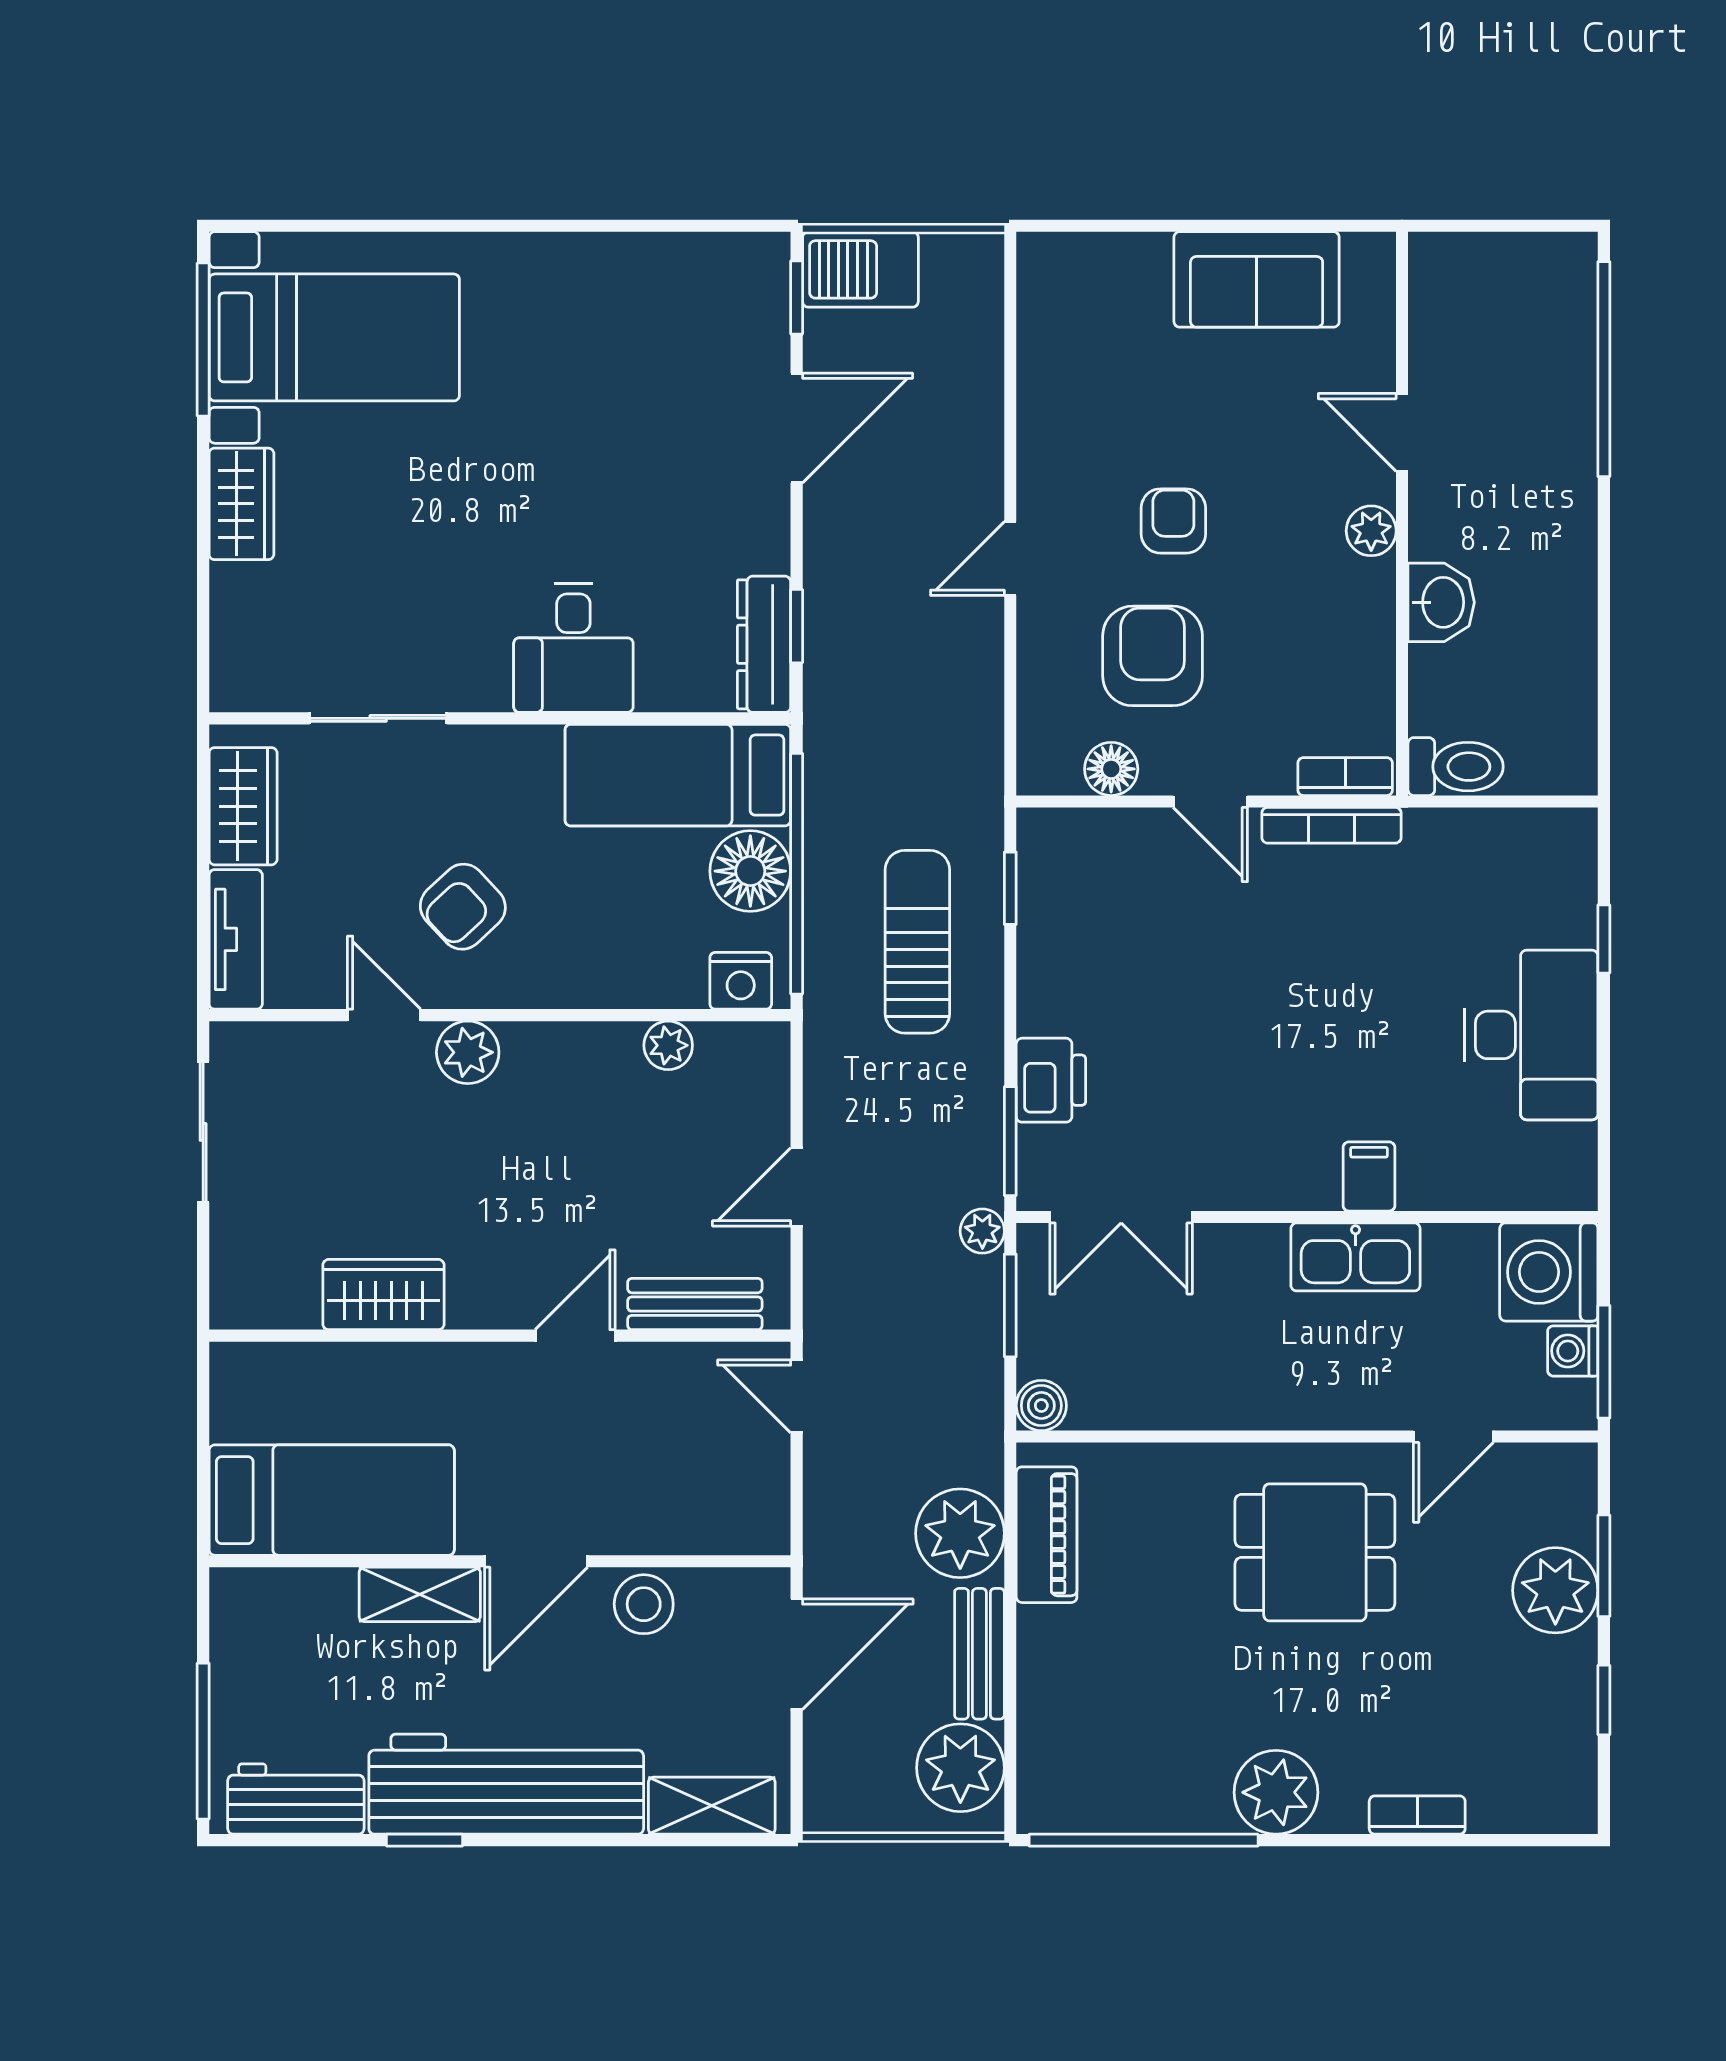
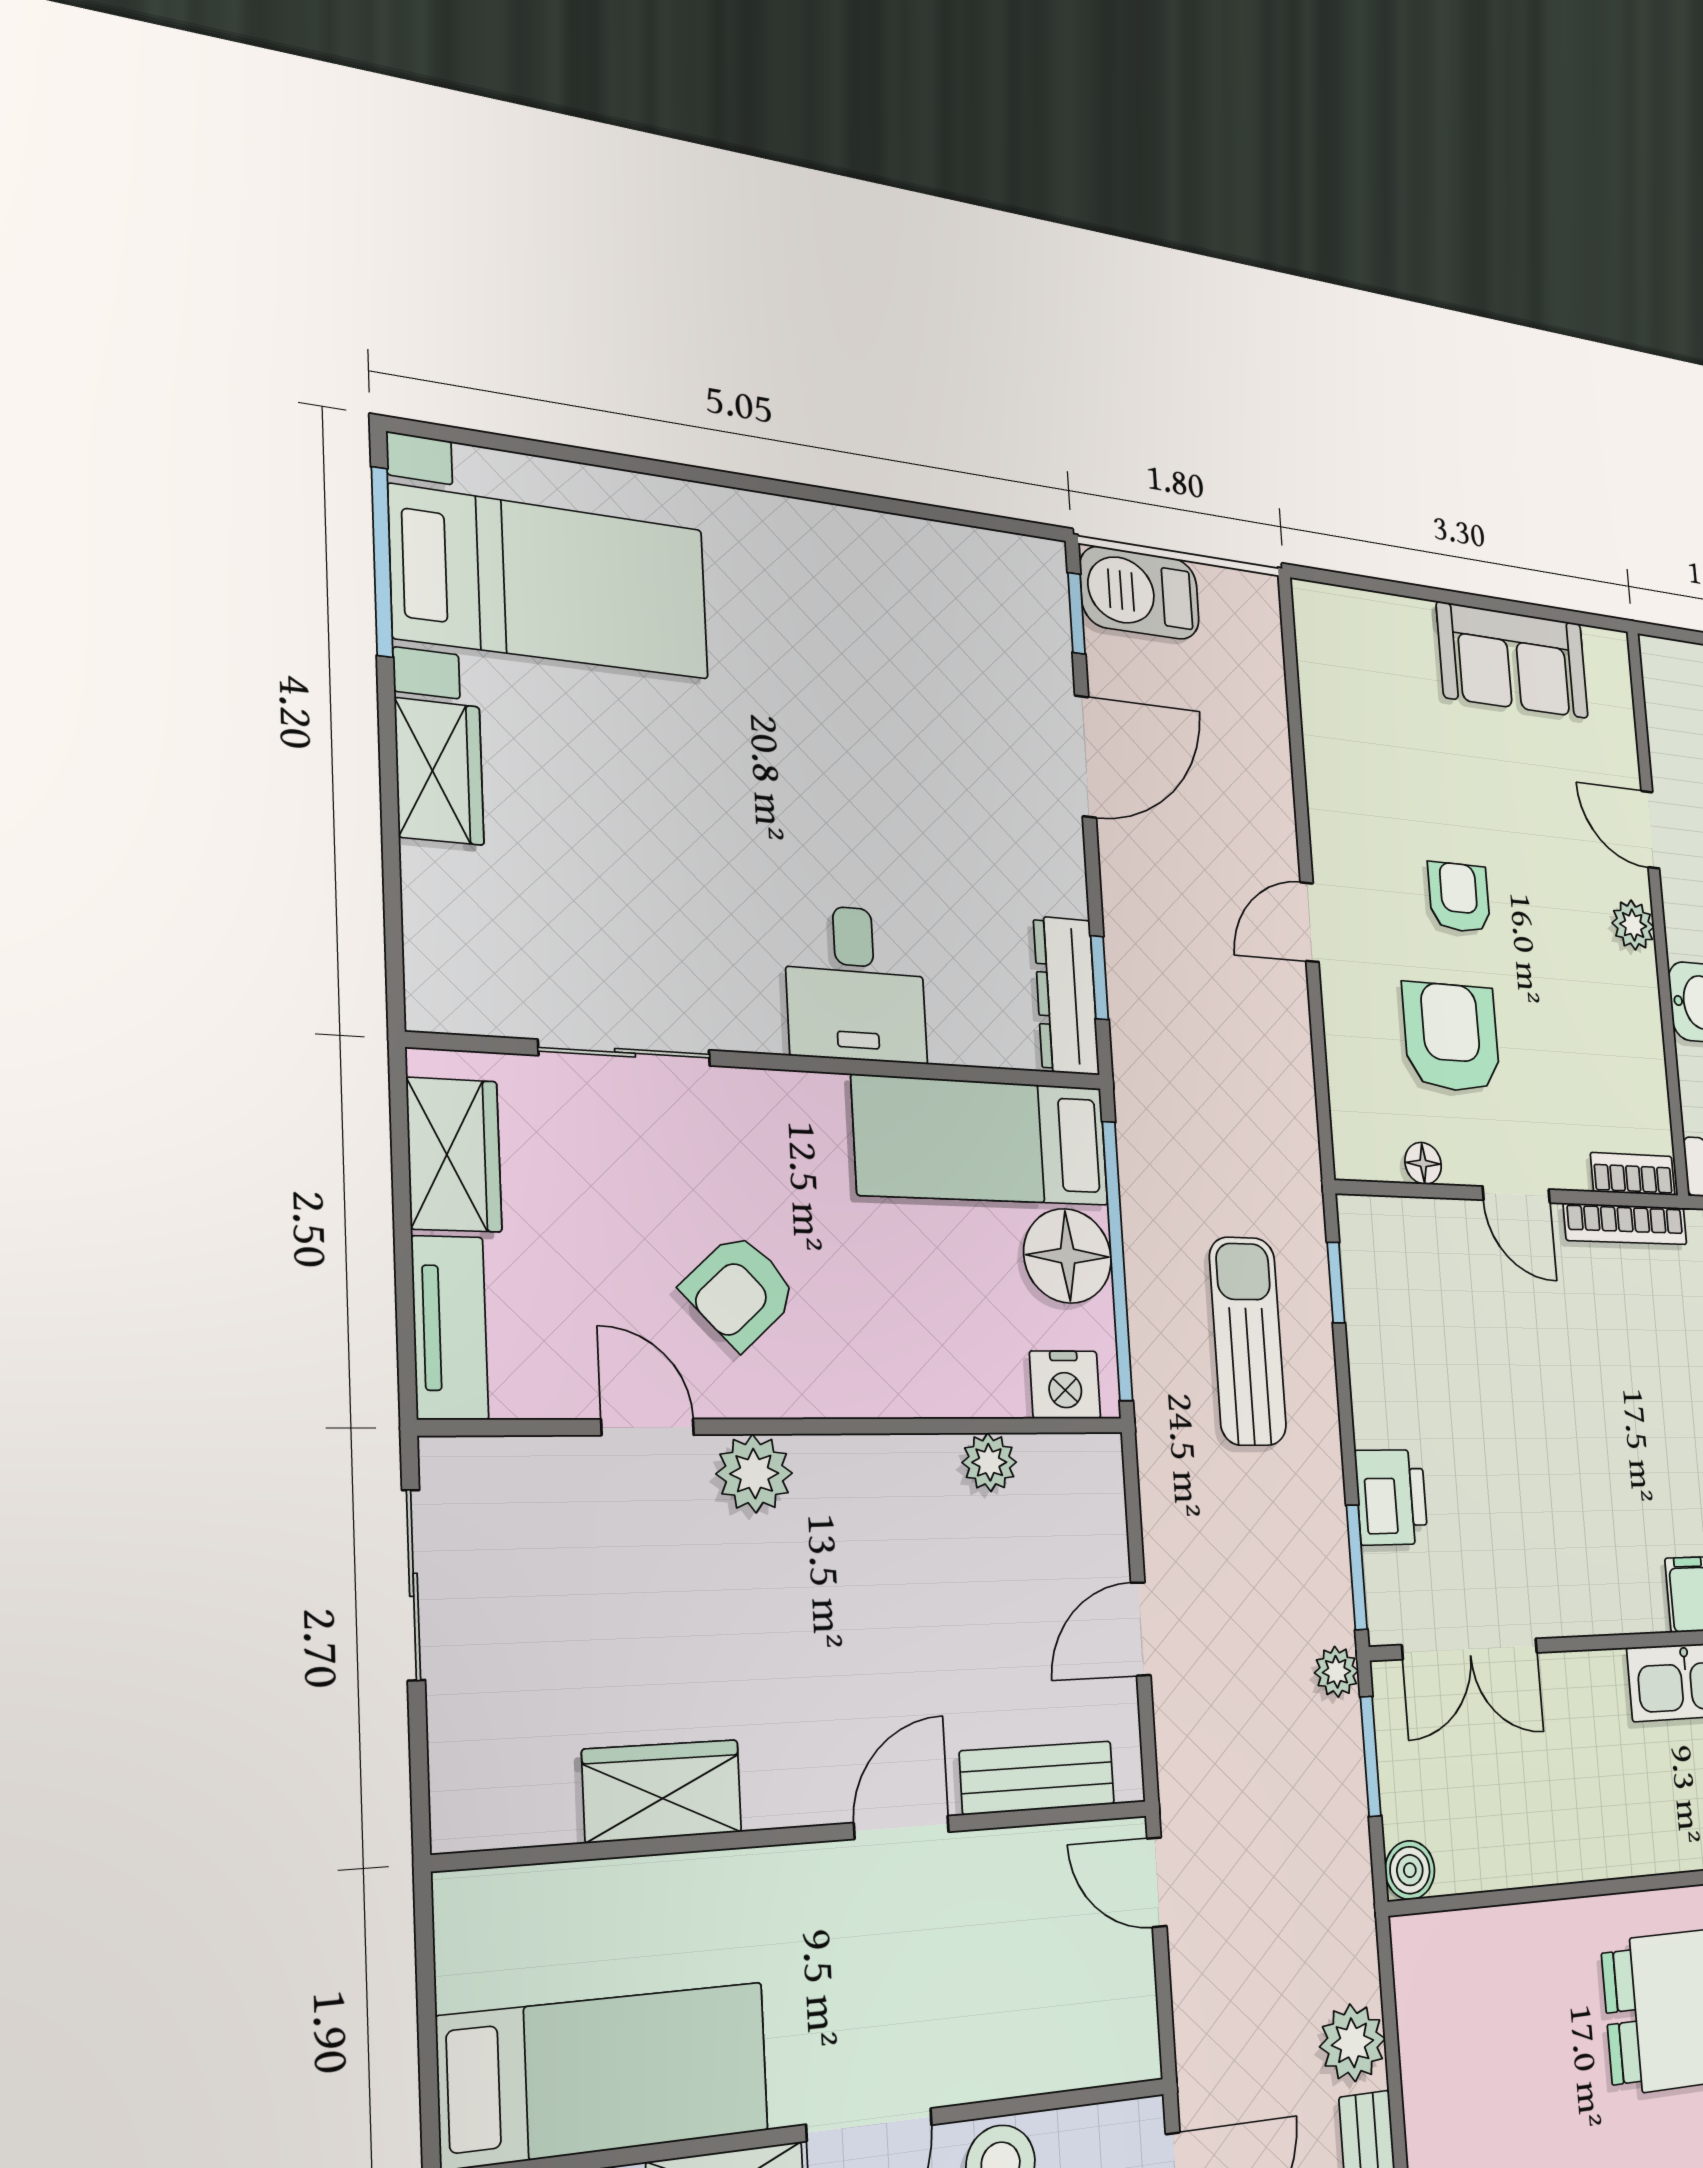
floor lamp: (1111, 769) -> (1423, 1163), width x0.73, depth x0.73
plant: (960, 1533) -> (1353, 2043), width x0.73, depth x0.73
piano: (1047, 1535) -> (1426, 2021), removed

